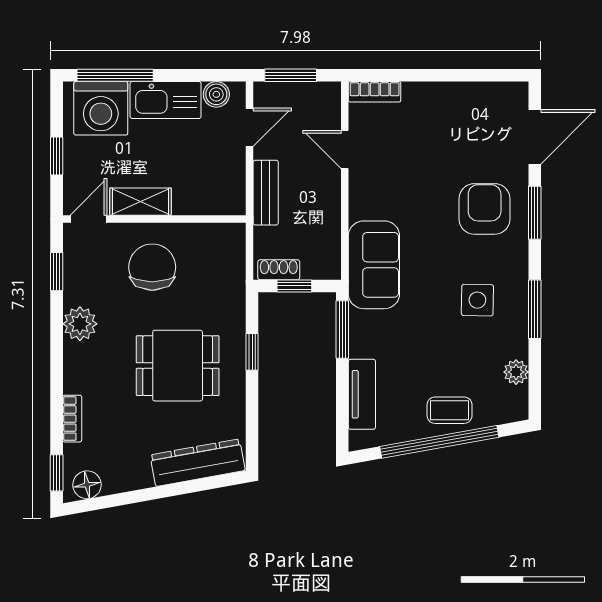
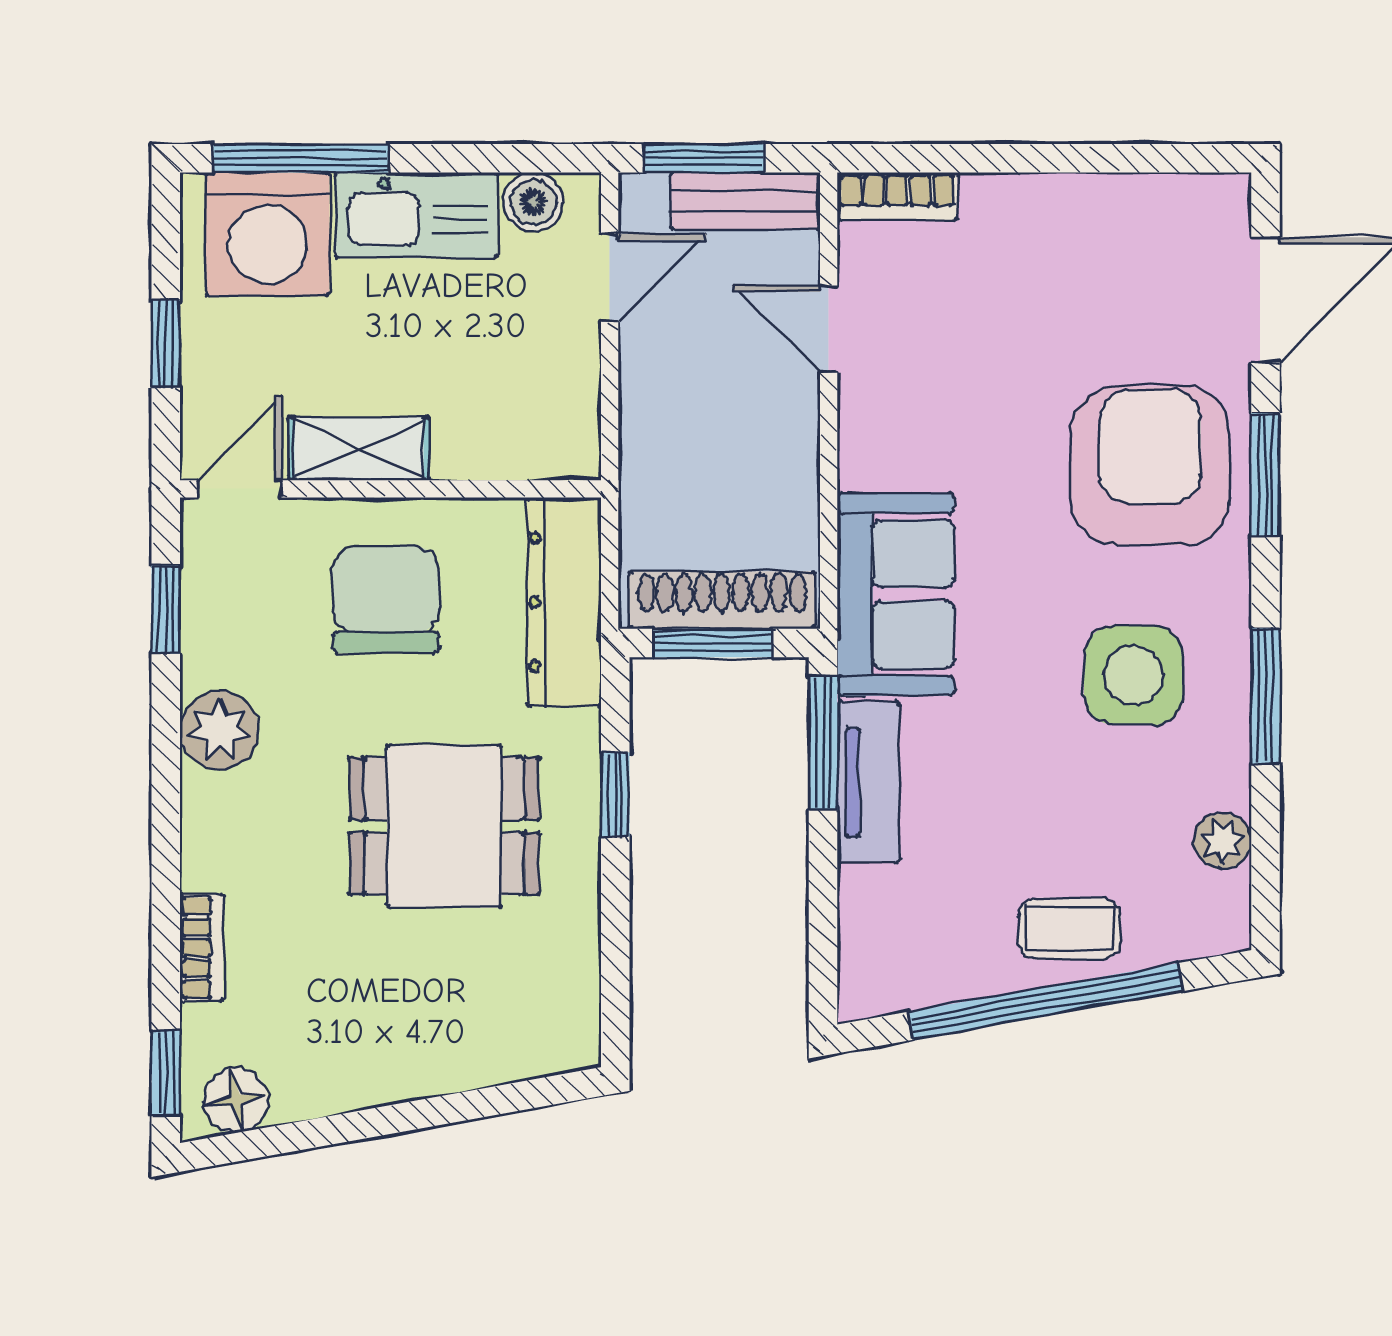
bench: (266, 193) -> (745, 201), moved, turned 90
armchair: (485, 209) -> (1150, 466), width x1.36, depth x1.36
shoe rack: (279, 270) -> (722, 600), width x1.94, depth x1.24
window: (294, 286) -> (713, 643), width x1.50
side table: (477, 300) -> (1134, 675), width x1.37, depth x1.37
tv unit: (362, 394) -> (868, 782), moved
dresser: (198, 463) -> (564, 602), moved, turned -80

